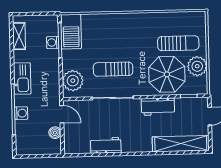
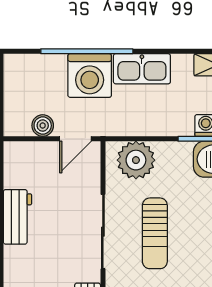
sun lounger: (113, 69) -> (155, 233), turned 180
washing machine: (21, 113) -> (90, 76), width x1.89, depth x1.89

